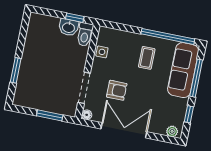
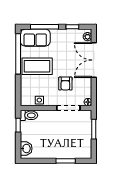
washbasin: (69, 27) -> (26, 149), moved
coffee table: (147, 58) -> (37, 66), width x1.86, depth x1.72
sofa: (183, 70) -> (35, 38), width x0.73
armchair: (117, 90) -> (65, 84), turned 180
double door: (124, 130) -> (94, 60), moved

